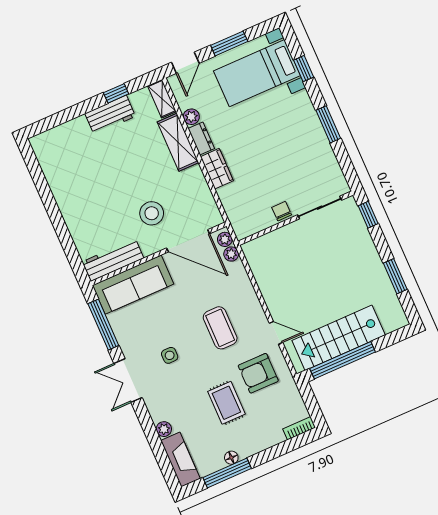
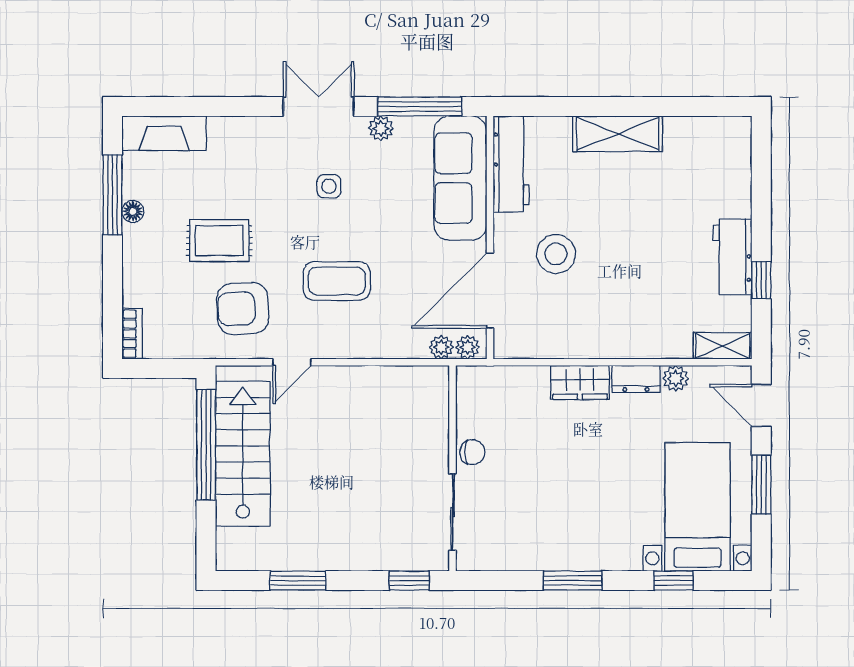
shelving: (178, 142) -> (618, 134), moved
armchair: (258, 373) -> (243, 308), turned -93
plant: (164, 429) -> (381, 128), moved

